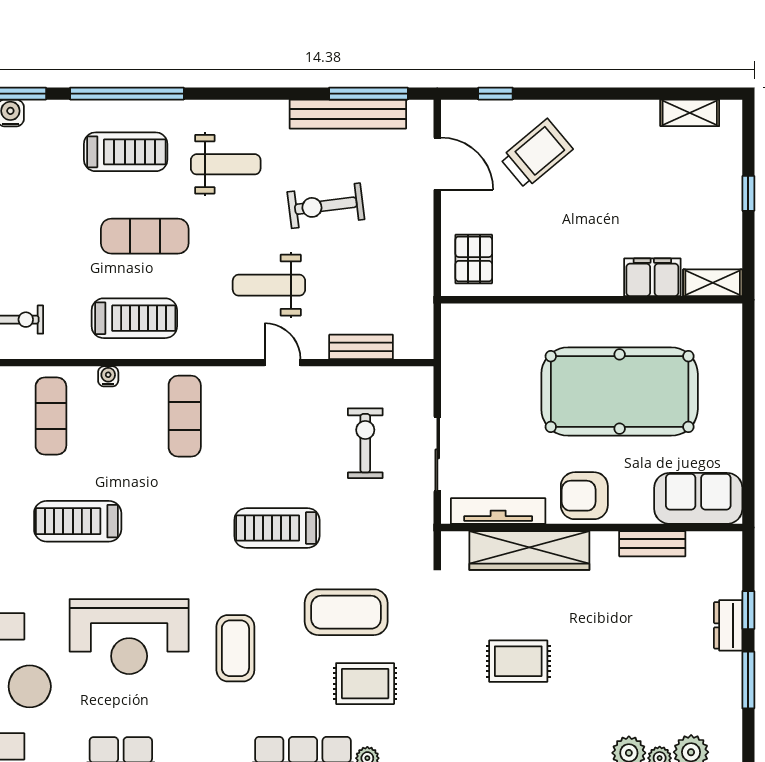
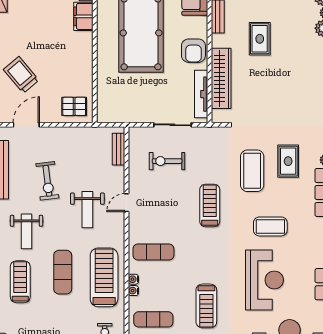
weight bench: (226, 164) -> (27, 231), turned 180
treadmill: (134, 318) -> (104, 277), width x1.37, depth x1.38
bench: (361, 347) -> (119, 149), moved
water cooler: (131, 376) -> (133, 279), added
treadmill: (277, 528) -> (210, 206), turned 180
rug: (518, 661) -> (260, 39), moved

